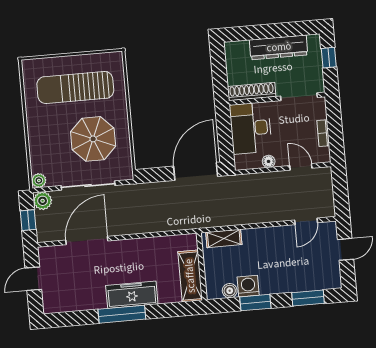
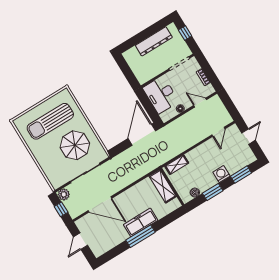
shoe rack: (252, 91) -> (151, 74), removed
plant: (39, 180) -> (56, 184), removed
door: (87, 240) -> (100, 204), swing flipped
shelving: (190, 276) -> (163, 186), moved
washing machine: (248, 286) -> (221, 174), moved

